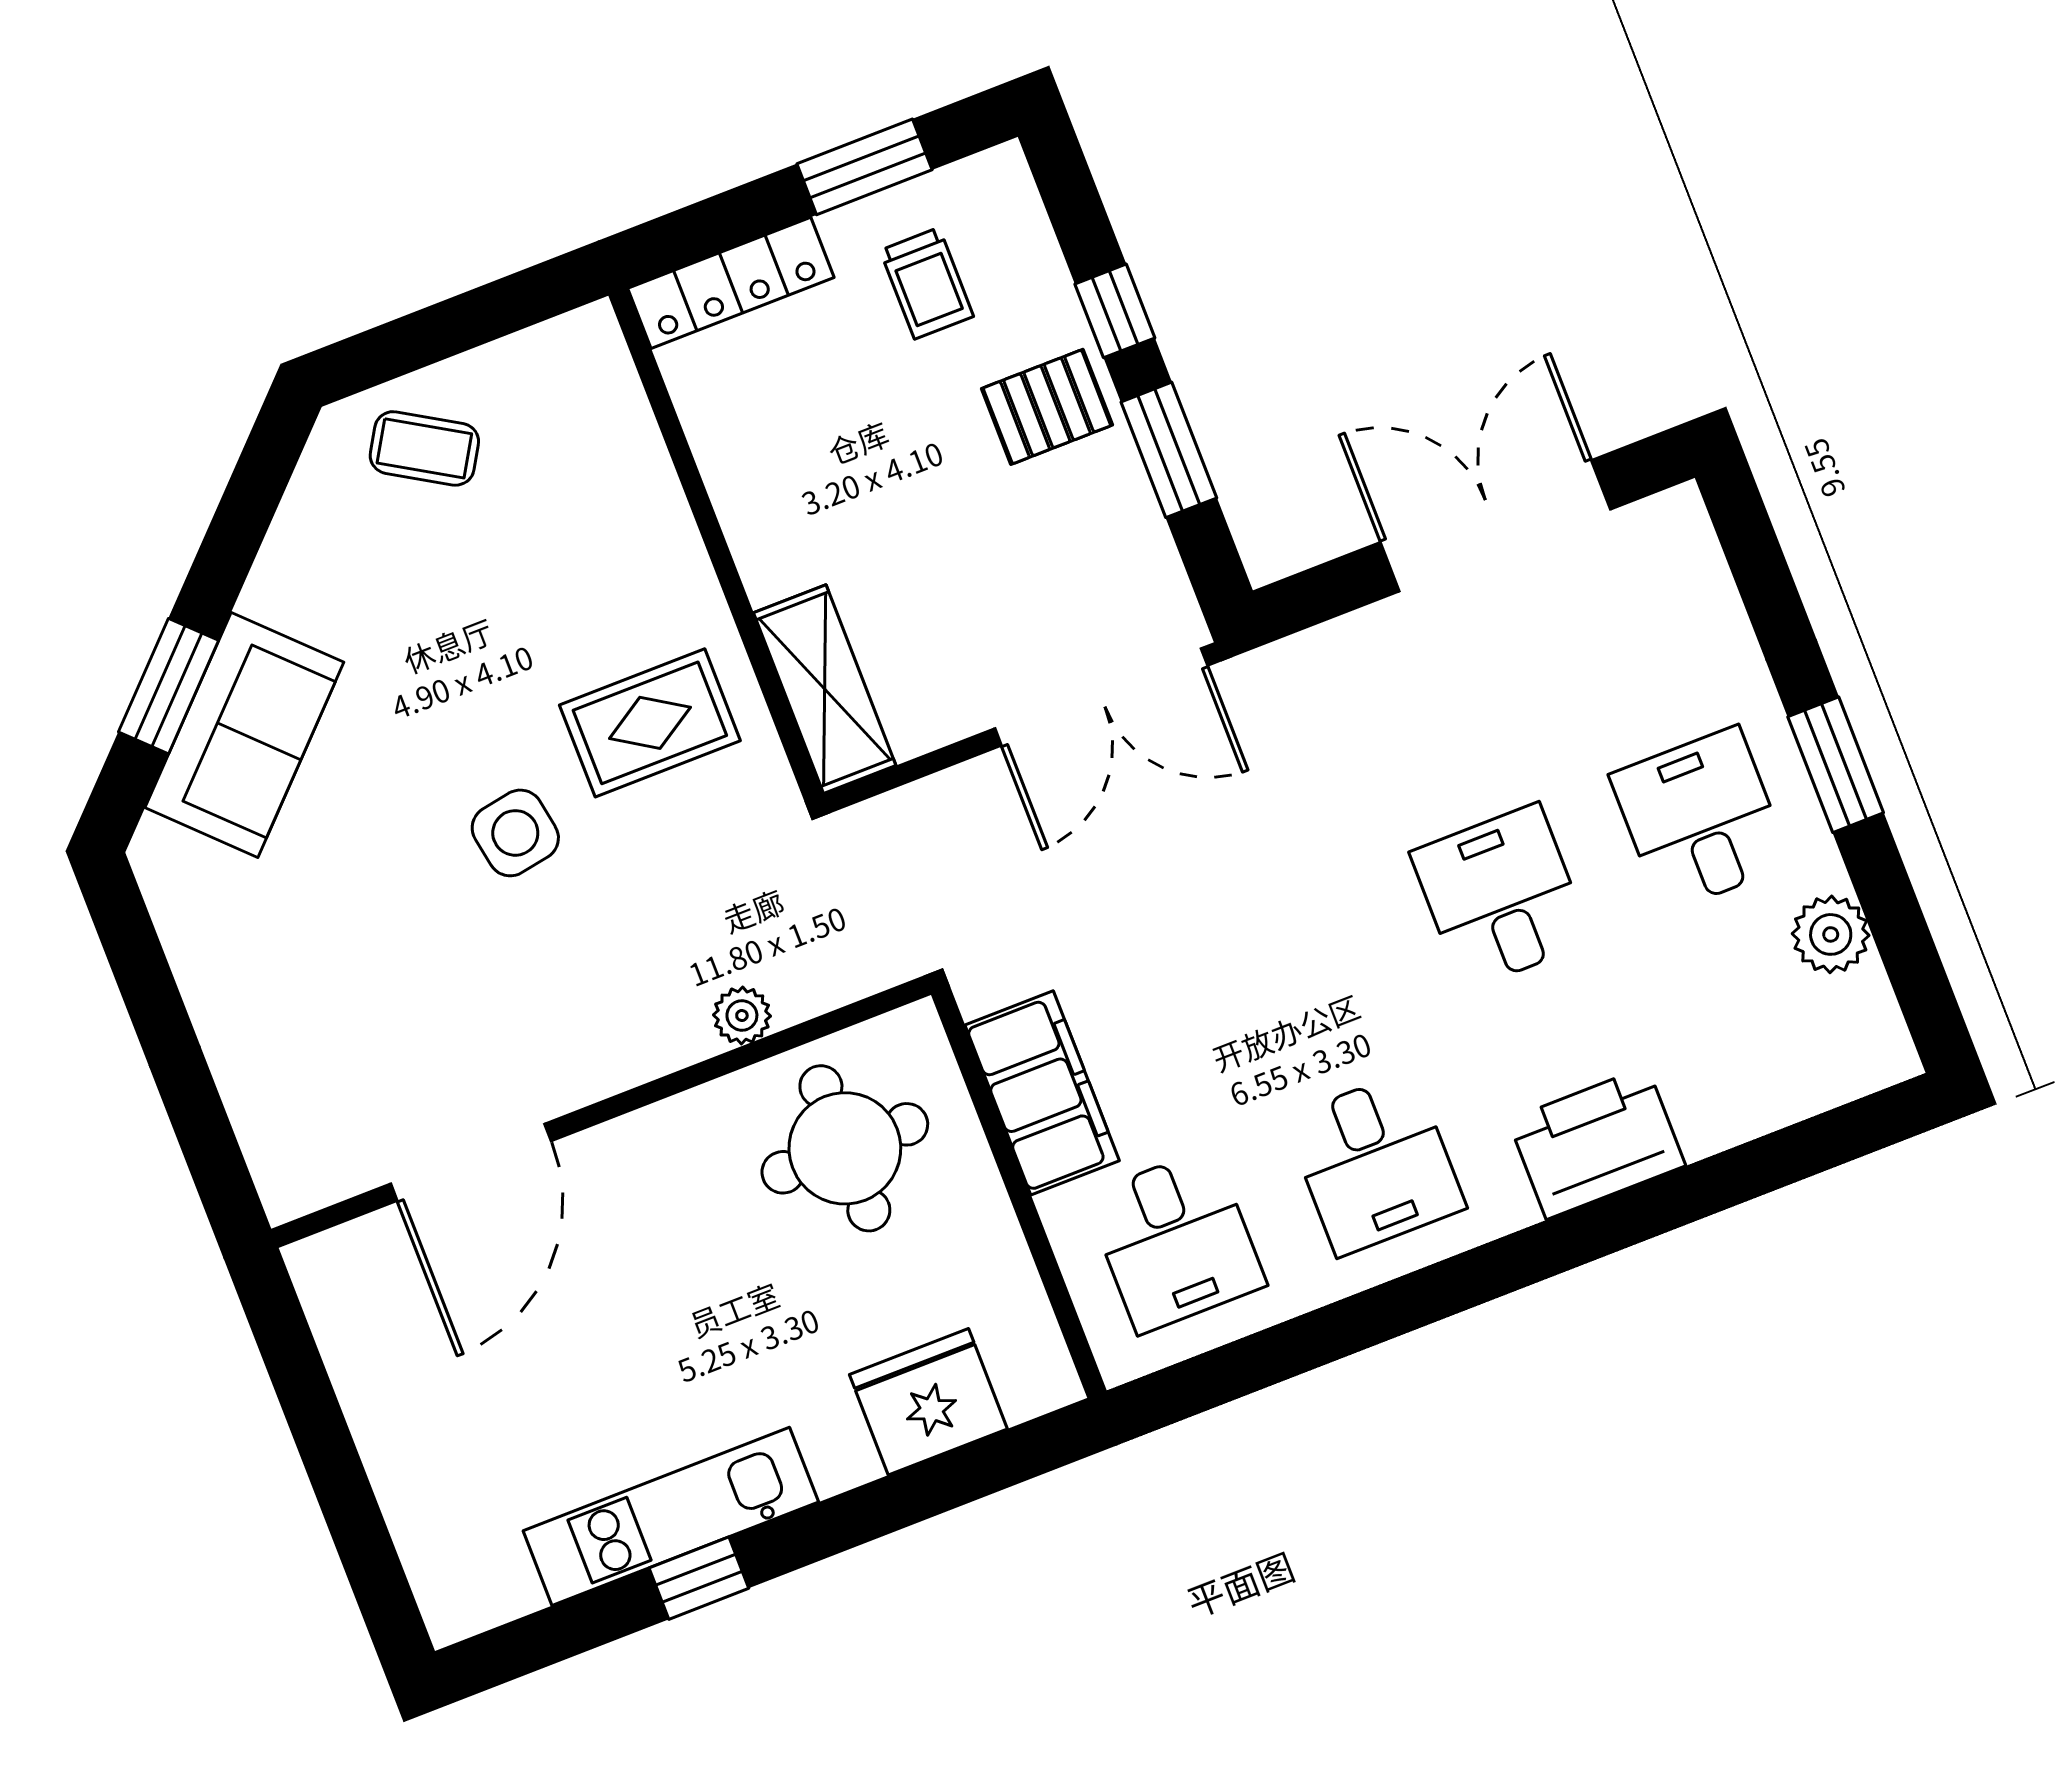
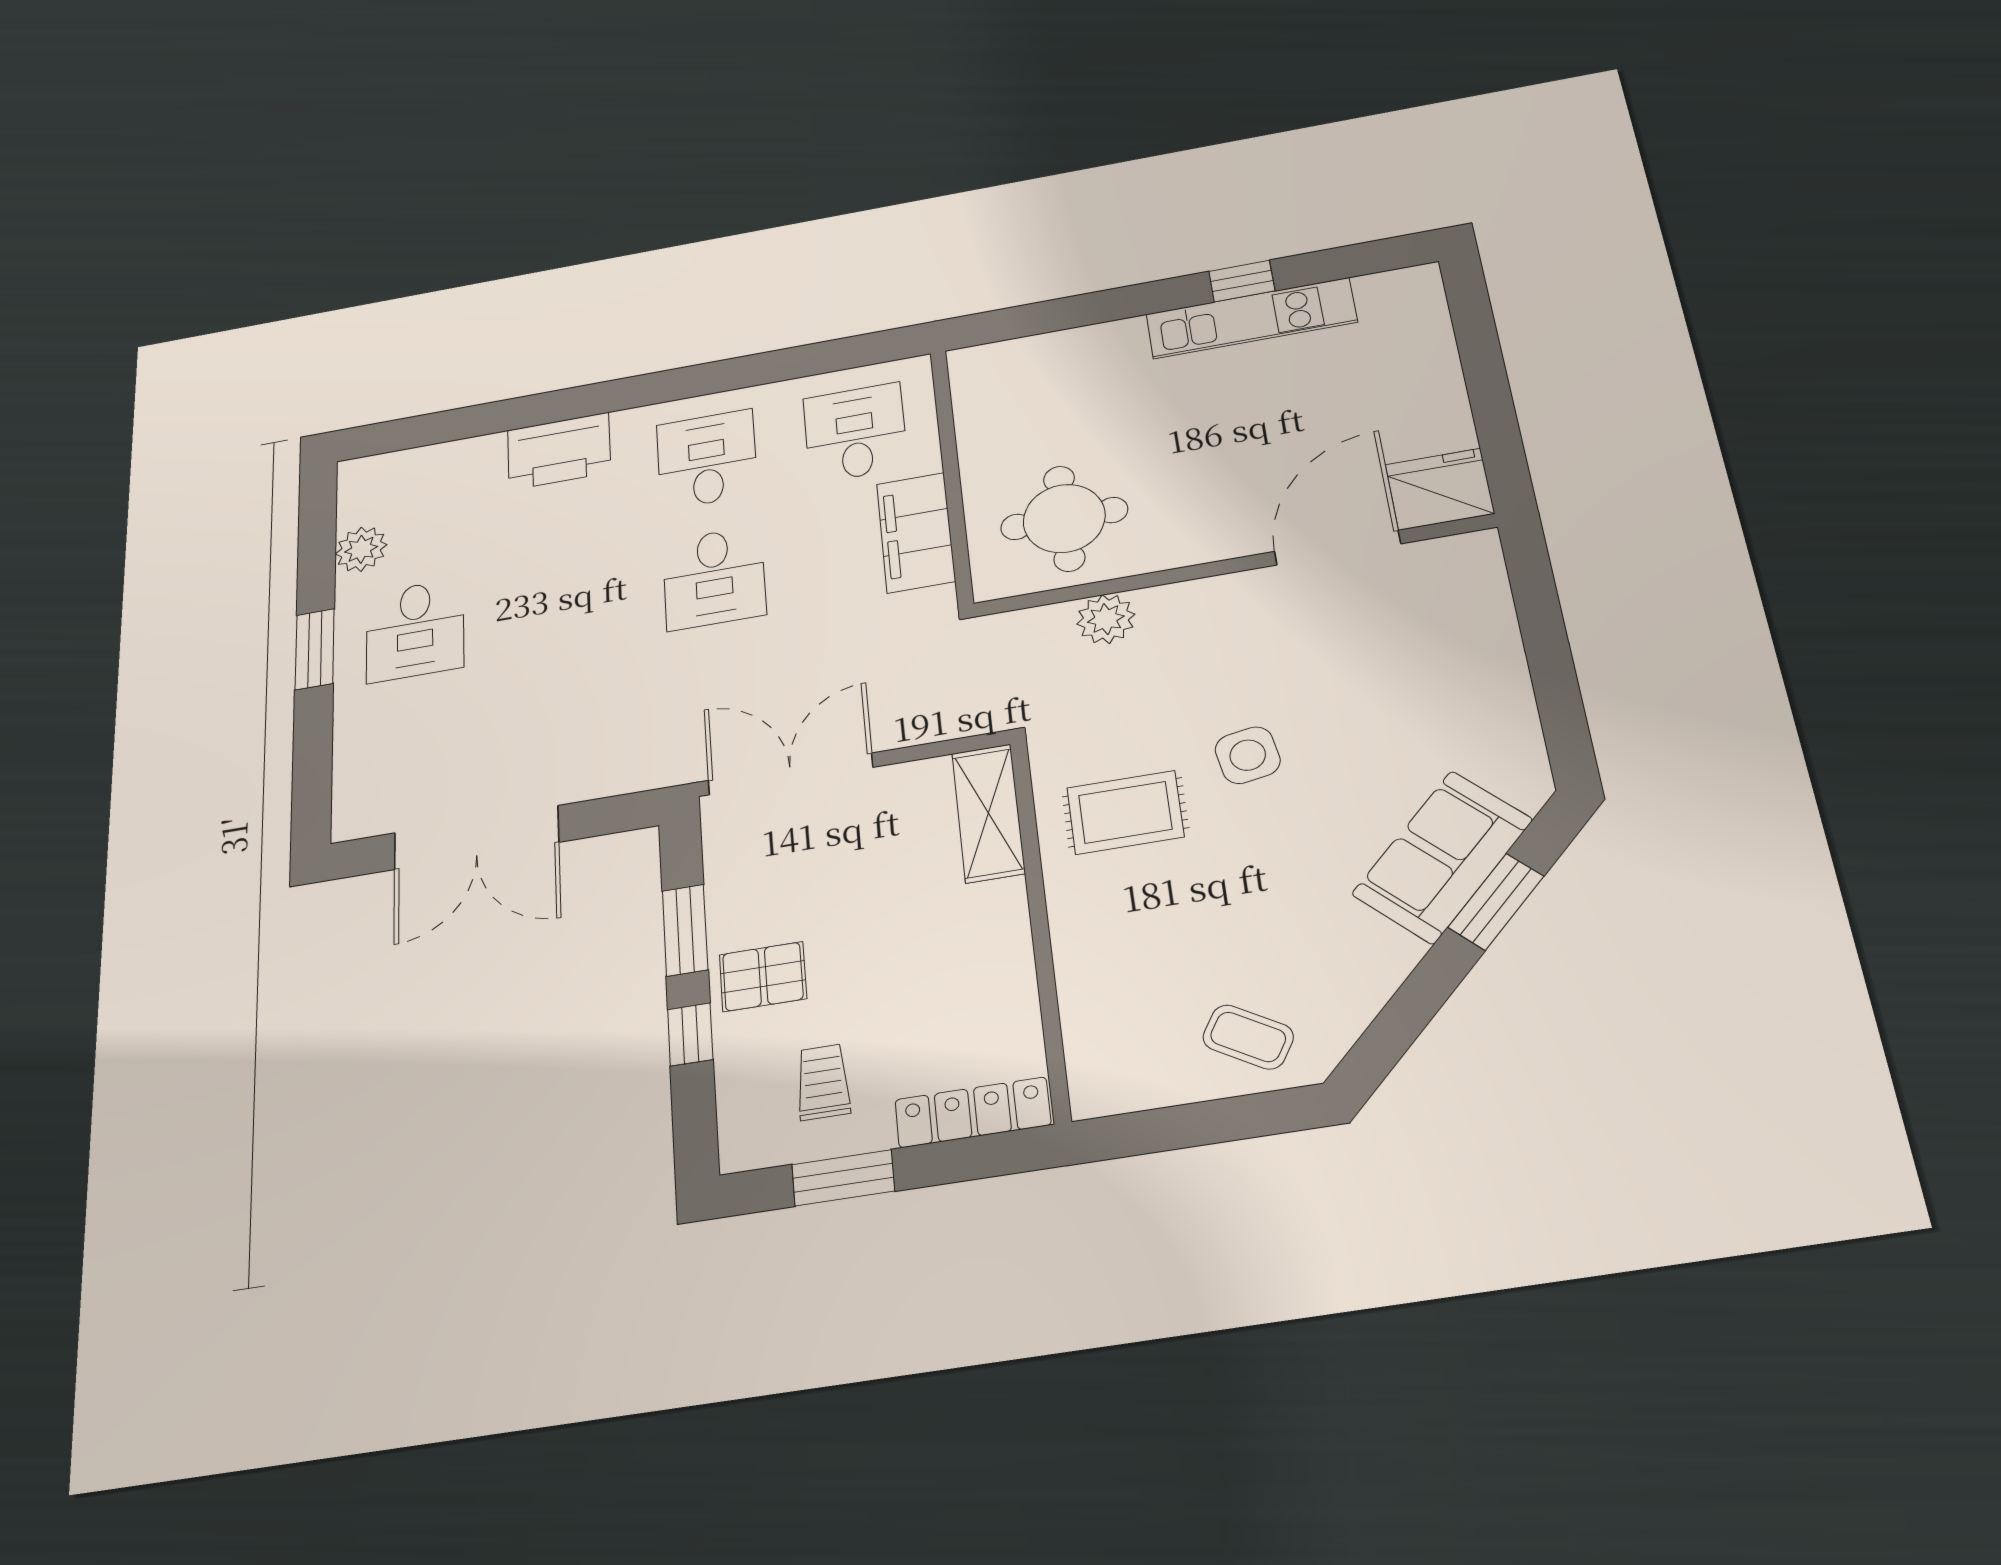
desk: (1501, 897) -> (714, 578), moved
plant: (742, 1015) -> (1106, 619), width x1.38, depth x1.38
fridge: (928, 1402) -> (1440, 489), moved, turned 180

